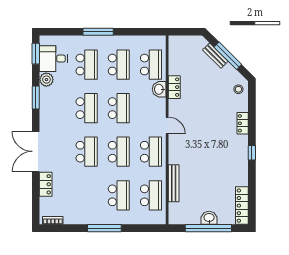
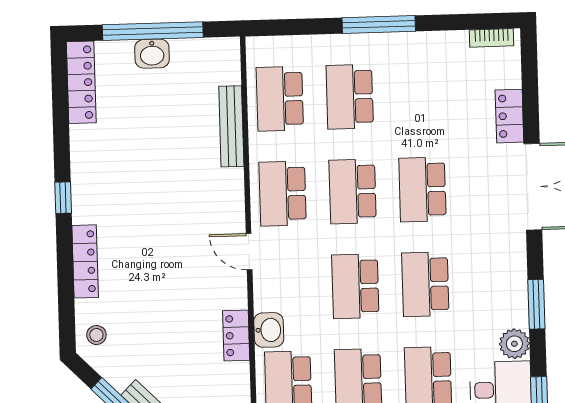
locker: (243, 123) -> (85, 261), width x1.53

